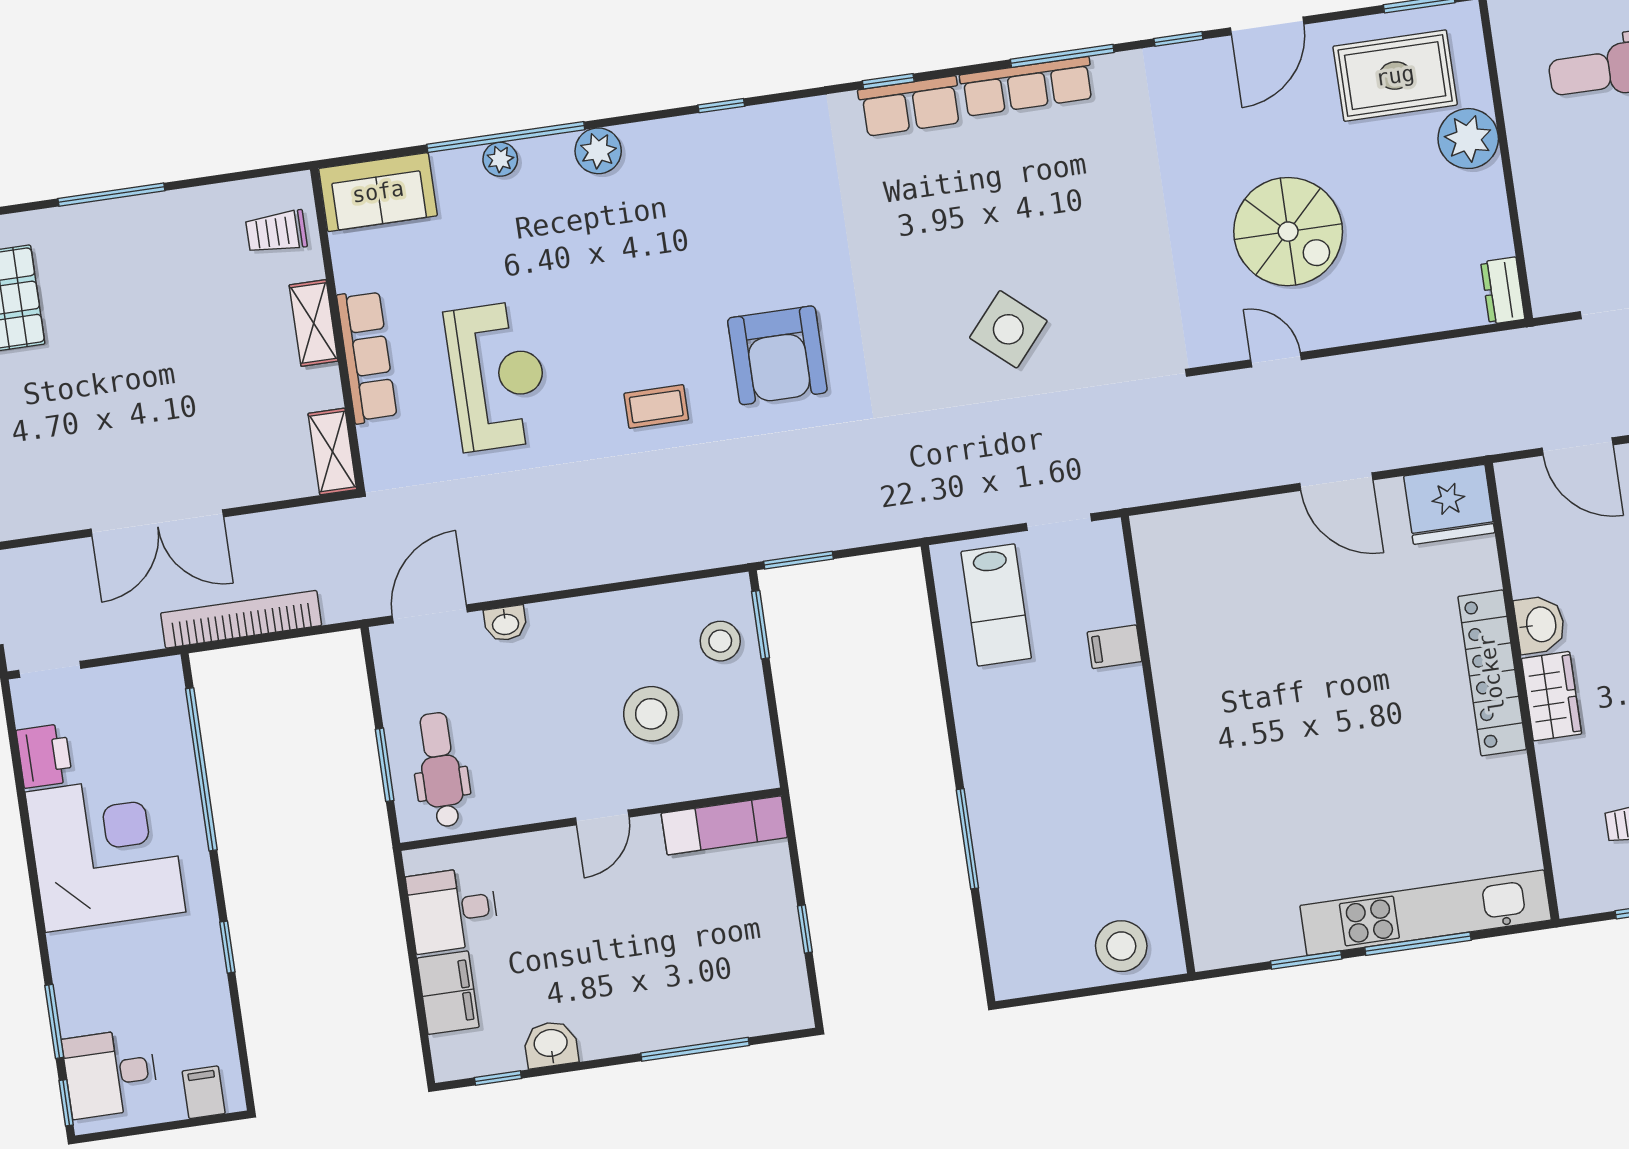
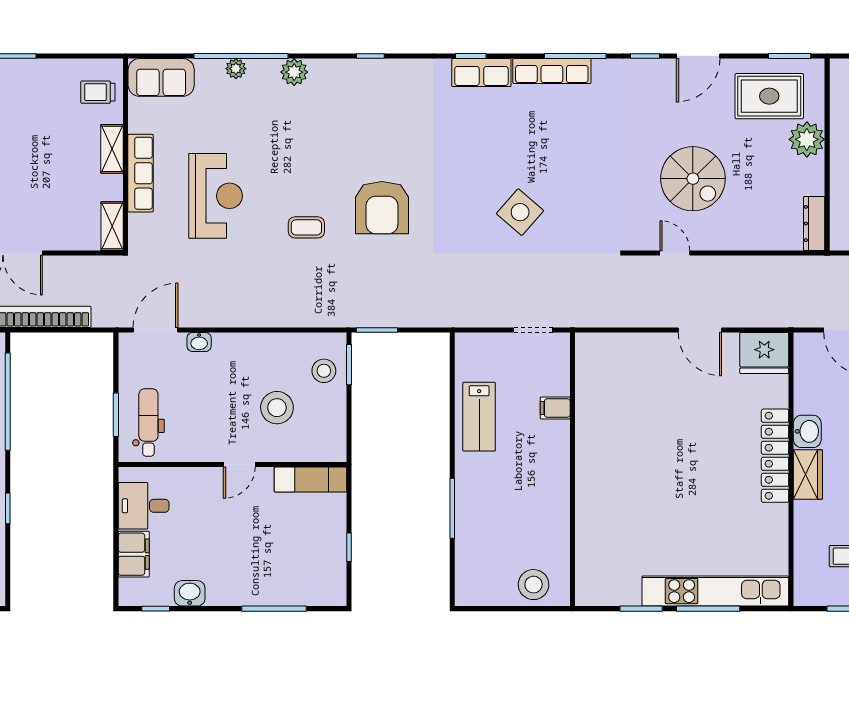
dresser: (1503, 291) -> (814, 224), width x1.44
lab bench: (996, 605) -> (479, 417), moved

